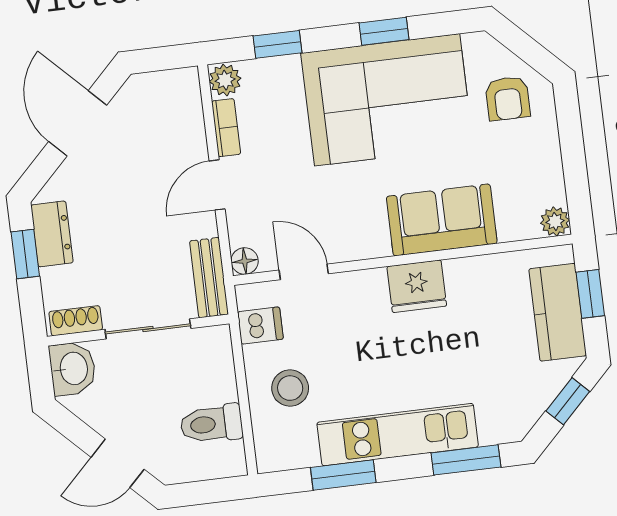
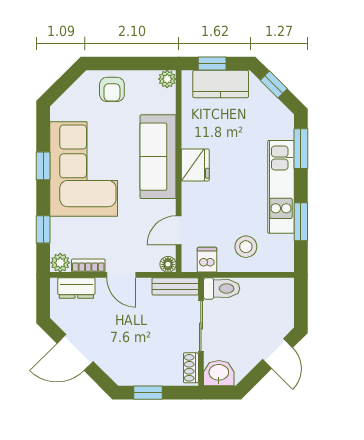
armchair: (508, 98) -> (112, 89), moved, turned 90
sofa: (442, 220) -> (158, 157), width x1.36
dresser: (52, 234) -> (76, 288), moved, turned 180
toilet: (211, 424) -> (222, 288), moved, turned -90

